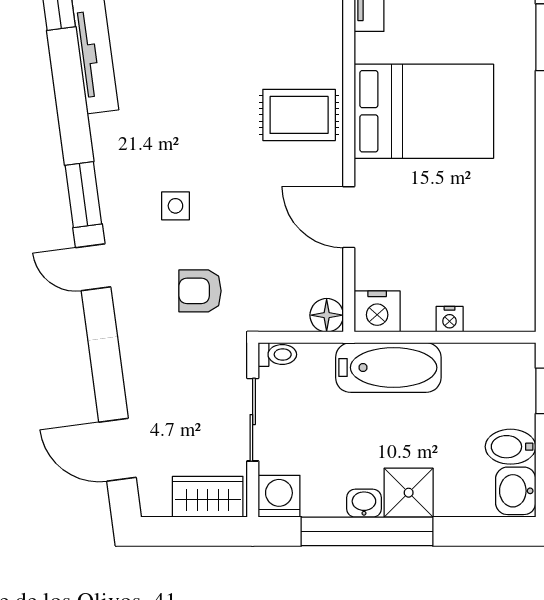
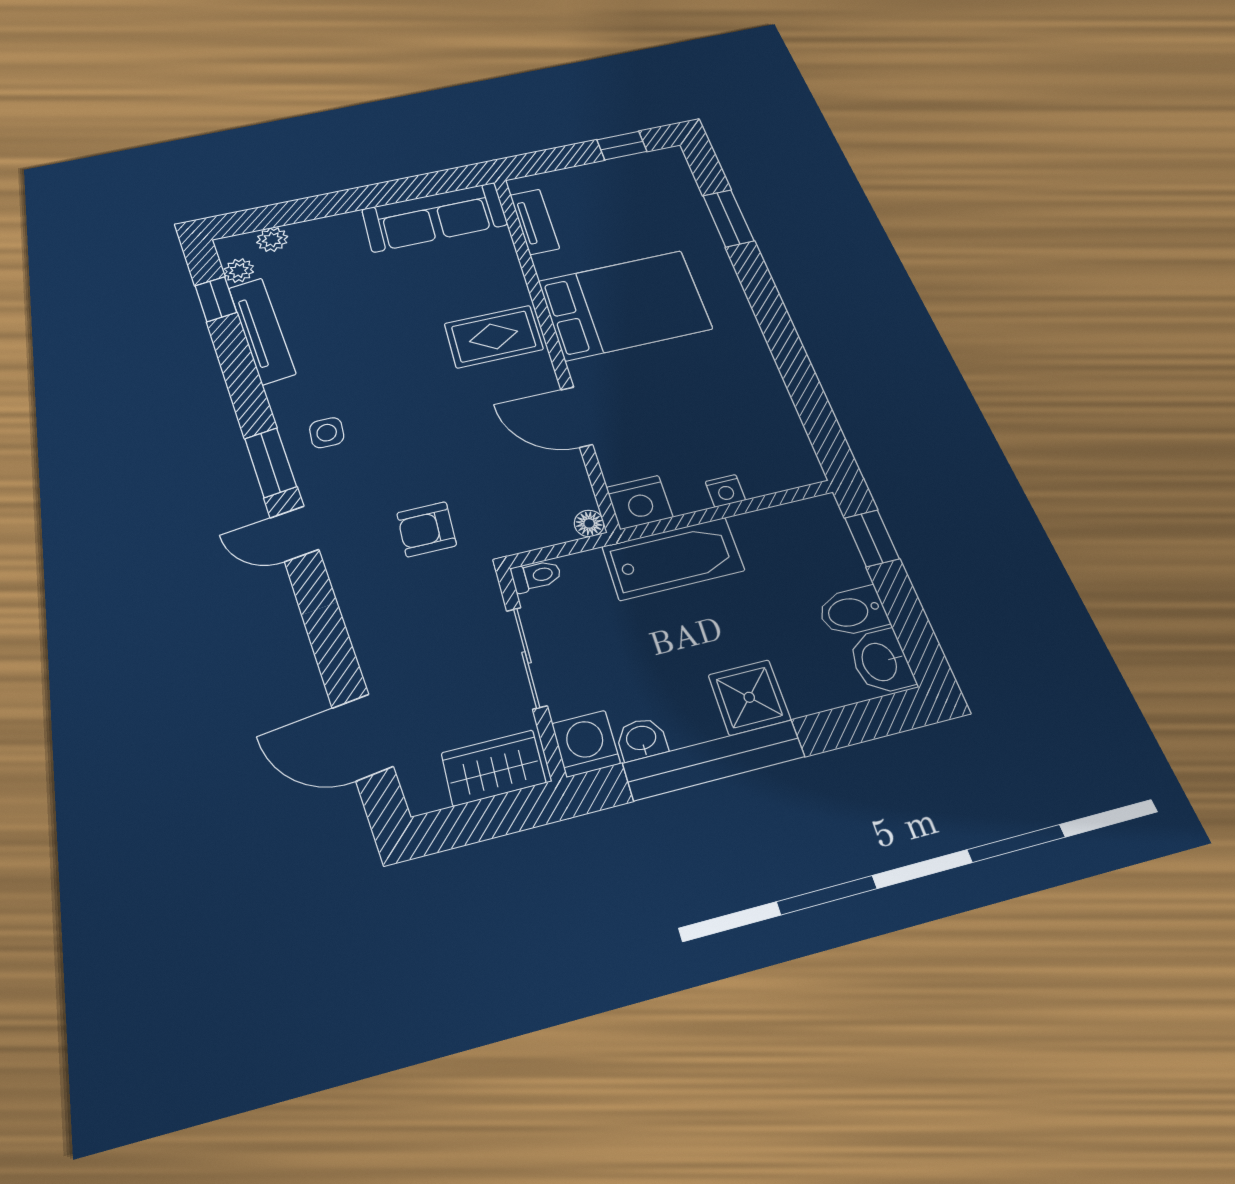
side table: (175, 206) -> (327, 433), moved
floor lamp: (327, 315) -> (589, 523), width x0.73, depth x0.73
washbasin: (364, 503) -> (641, 739), moved

